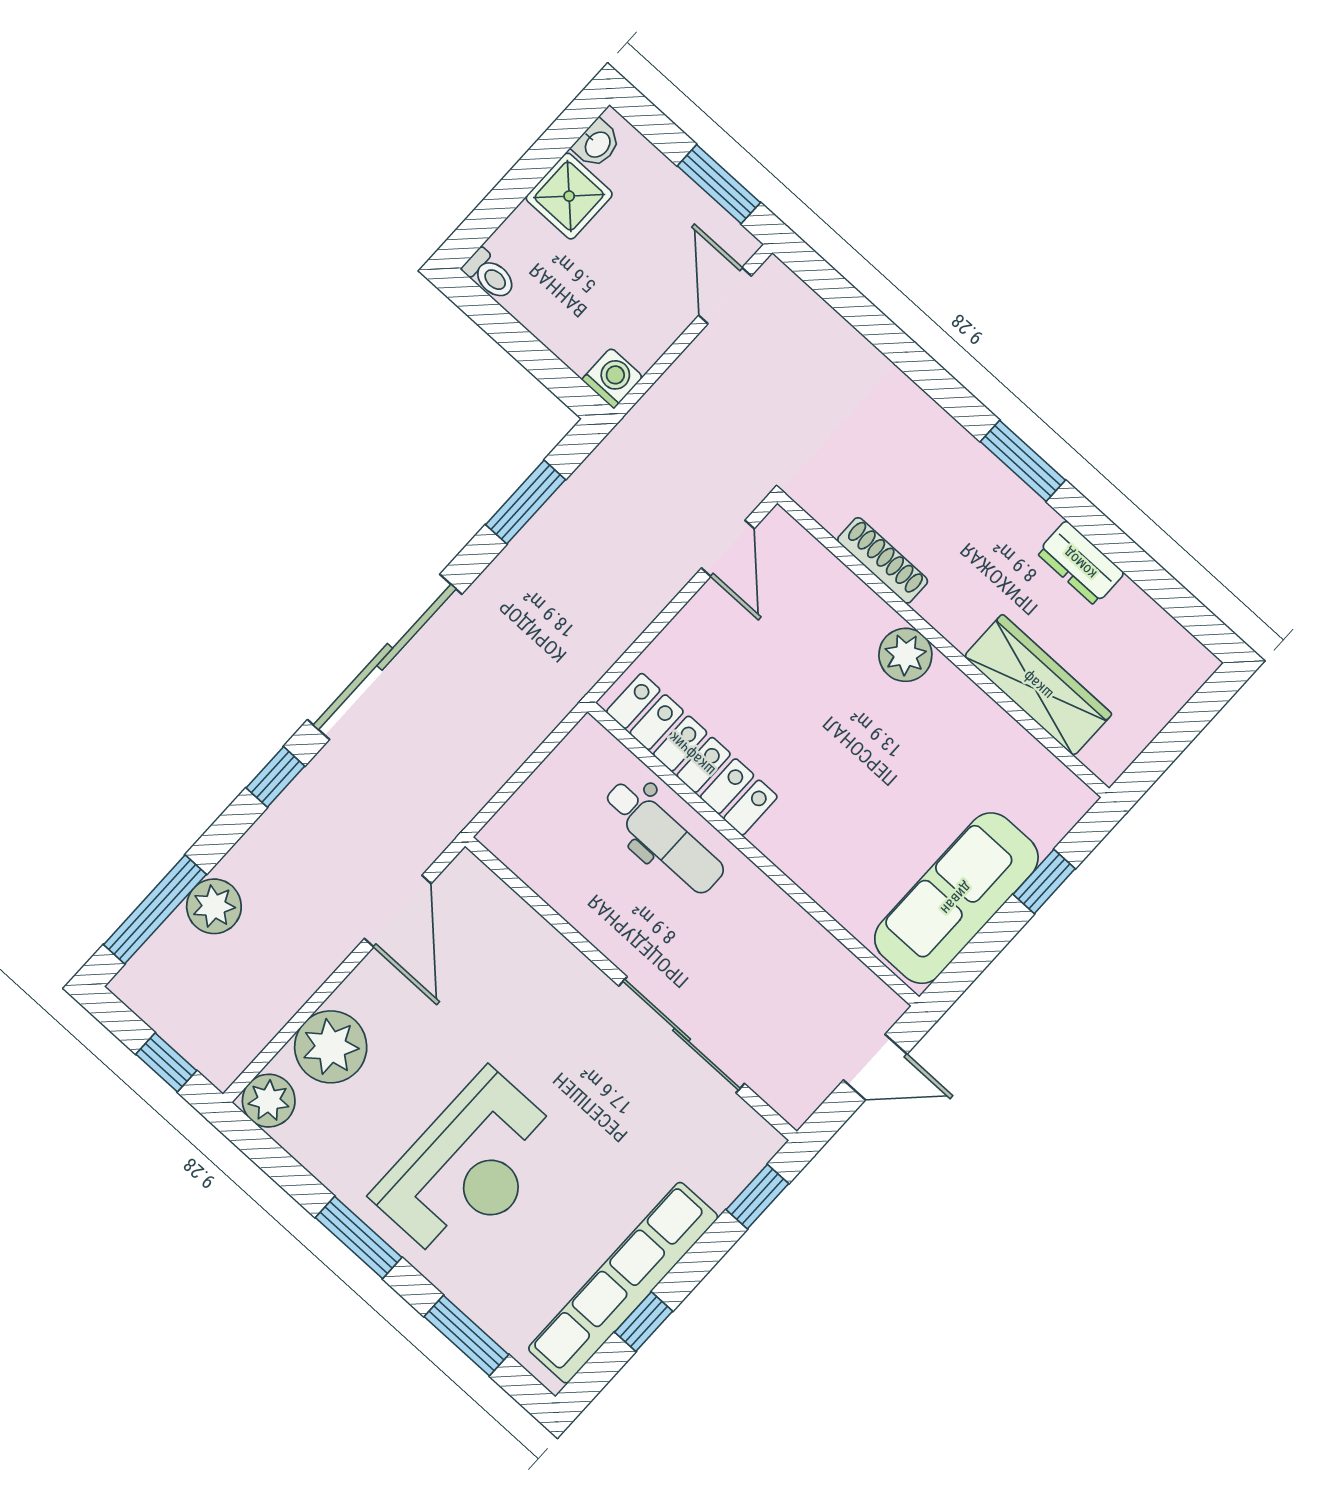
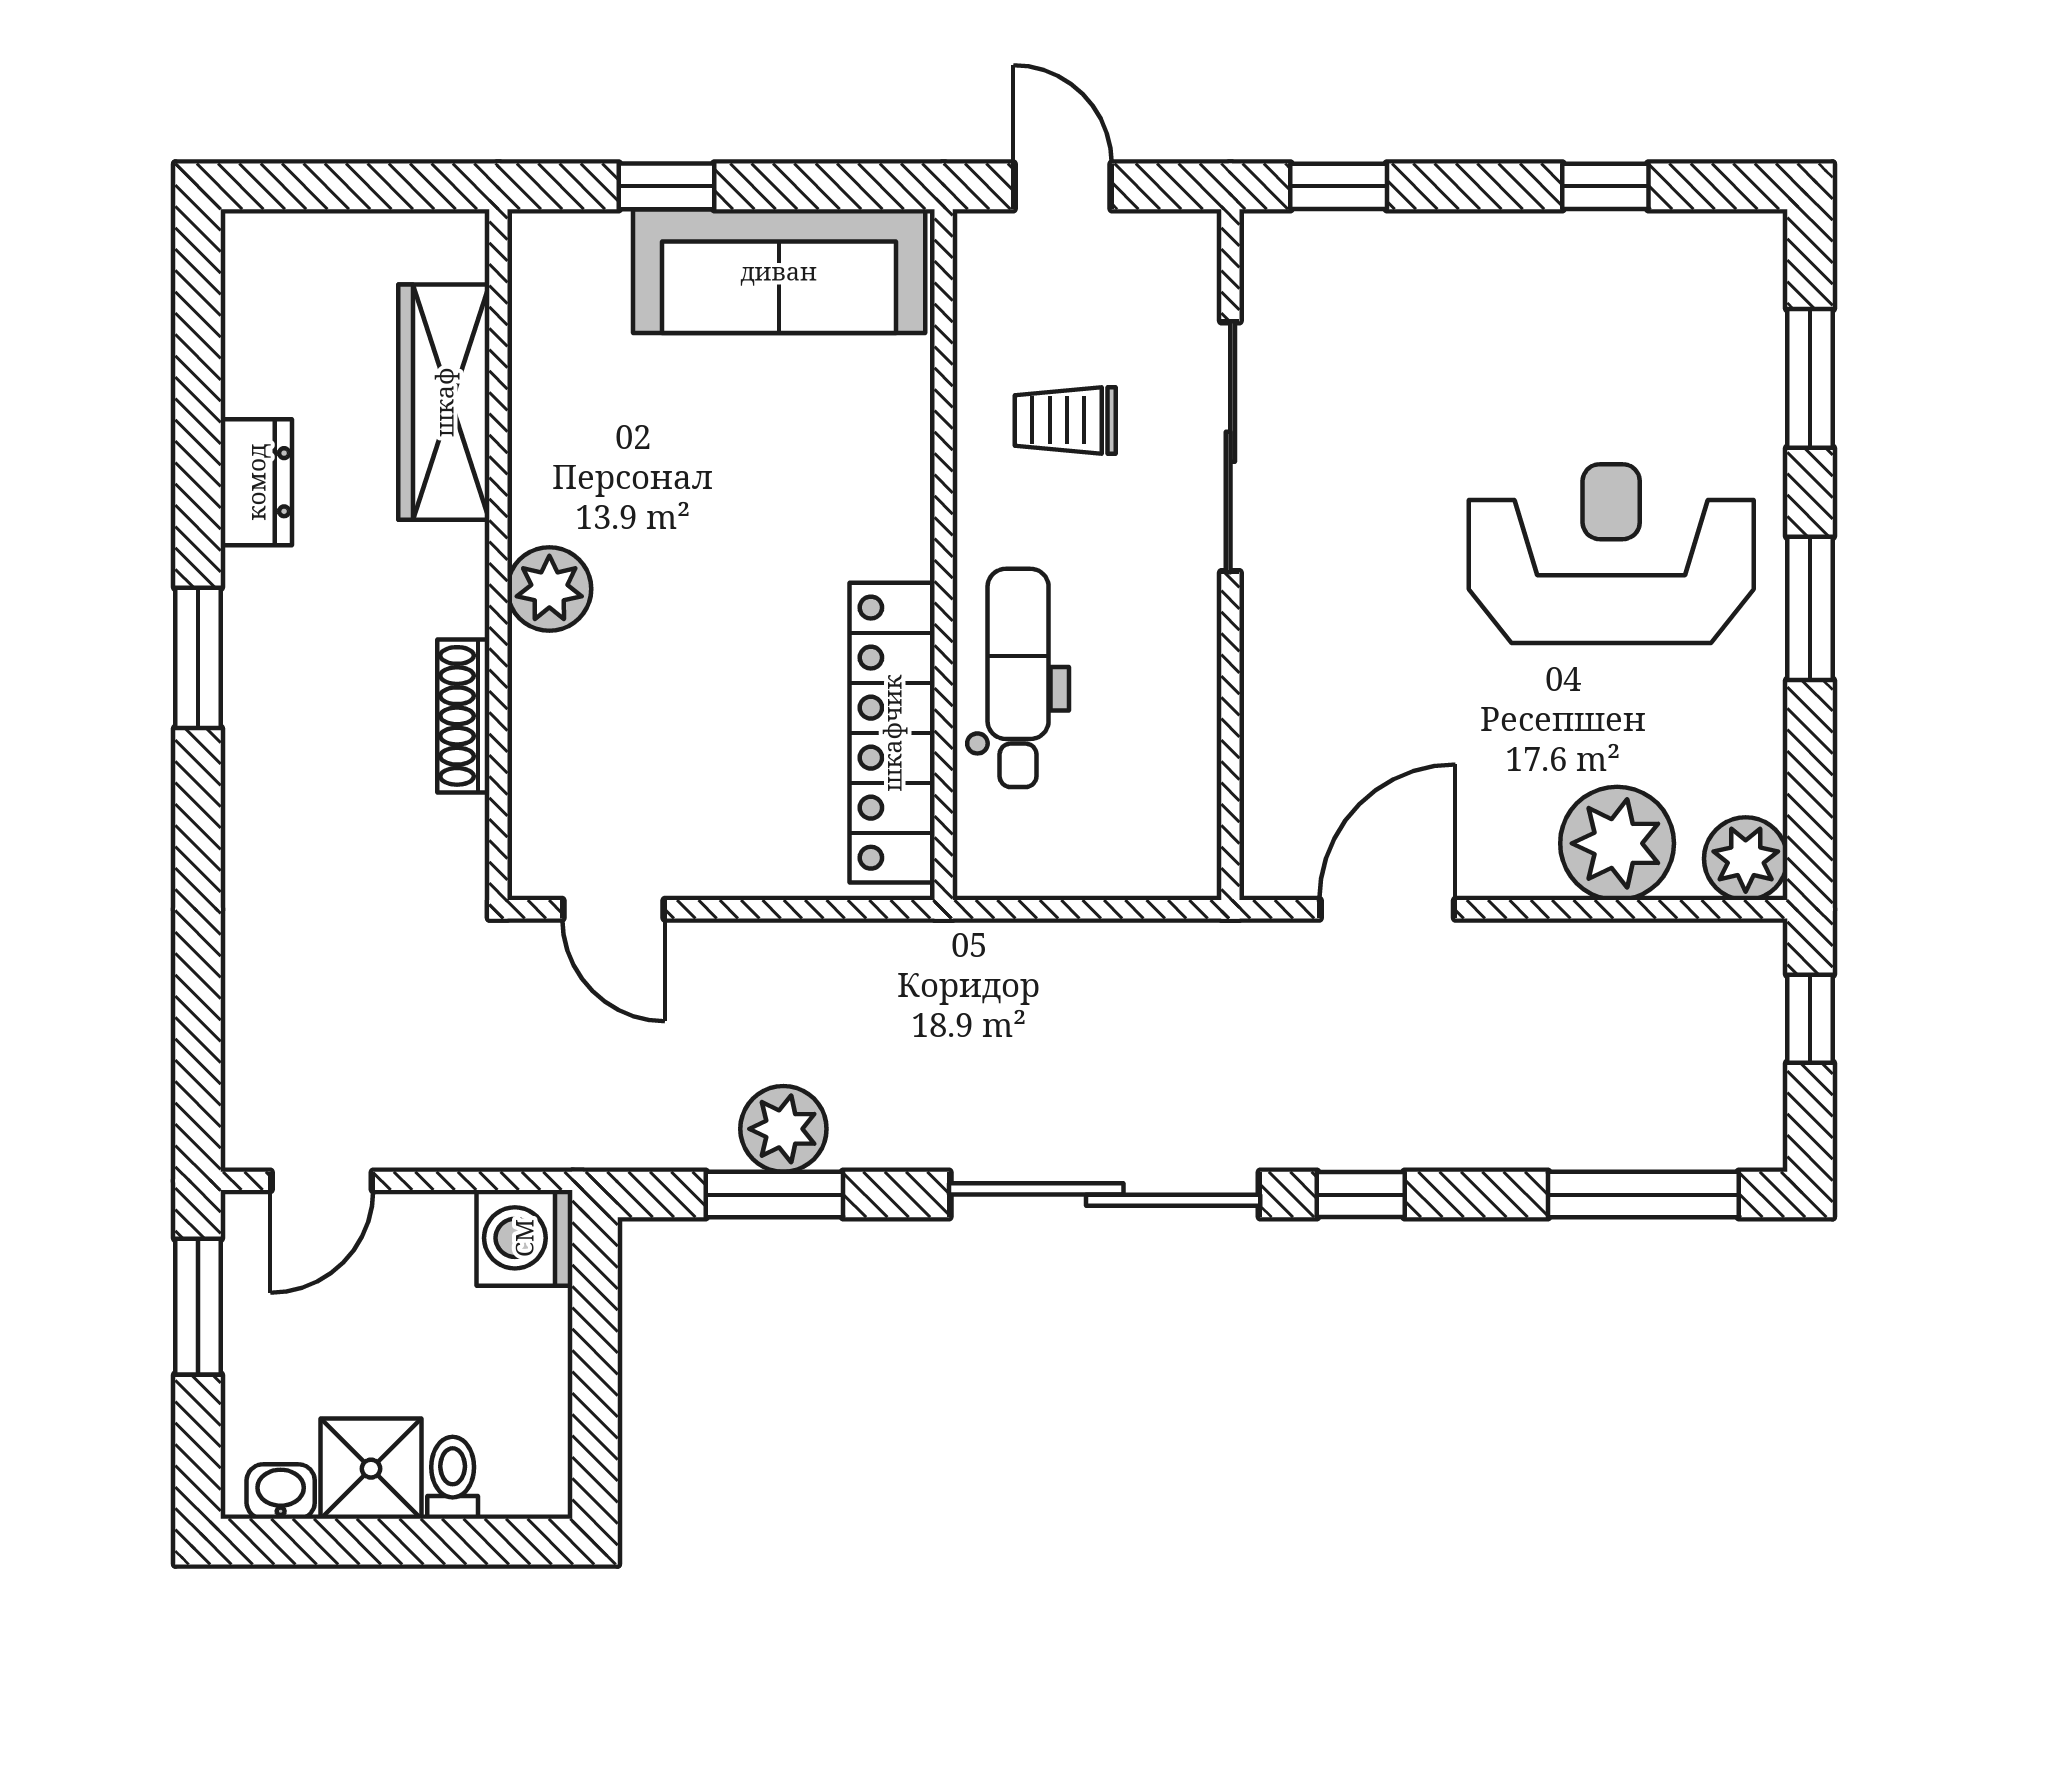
toilet: (490, 275) -> (453, 1478), moved
washing machine: (612, 378) -> (524, 1238), width x1.38, depth x1.38
door: (728, 548) -> (614, 909), swing flipped
plant: (214, 906) -> (783, 1129), moved
trolley: (764, 969) -> (1065, 420), added
row of seats: (623, 1283) -> (1582, 252), removed

